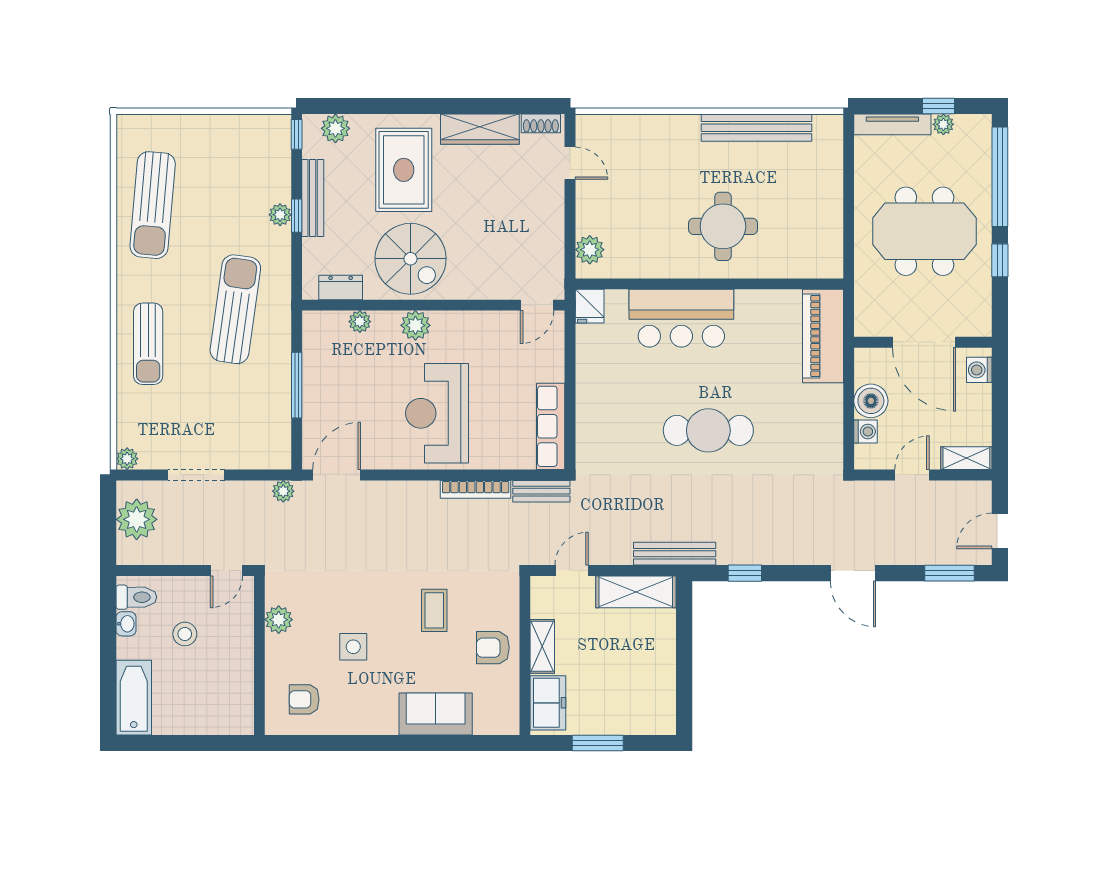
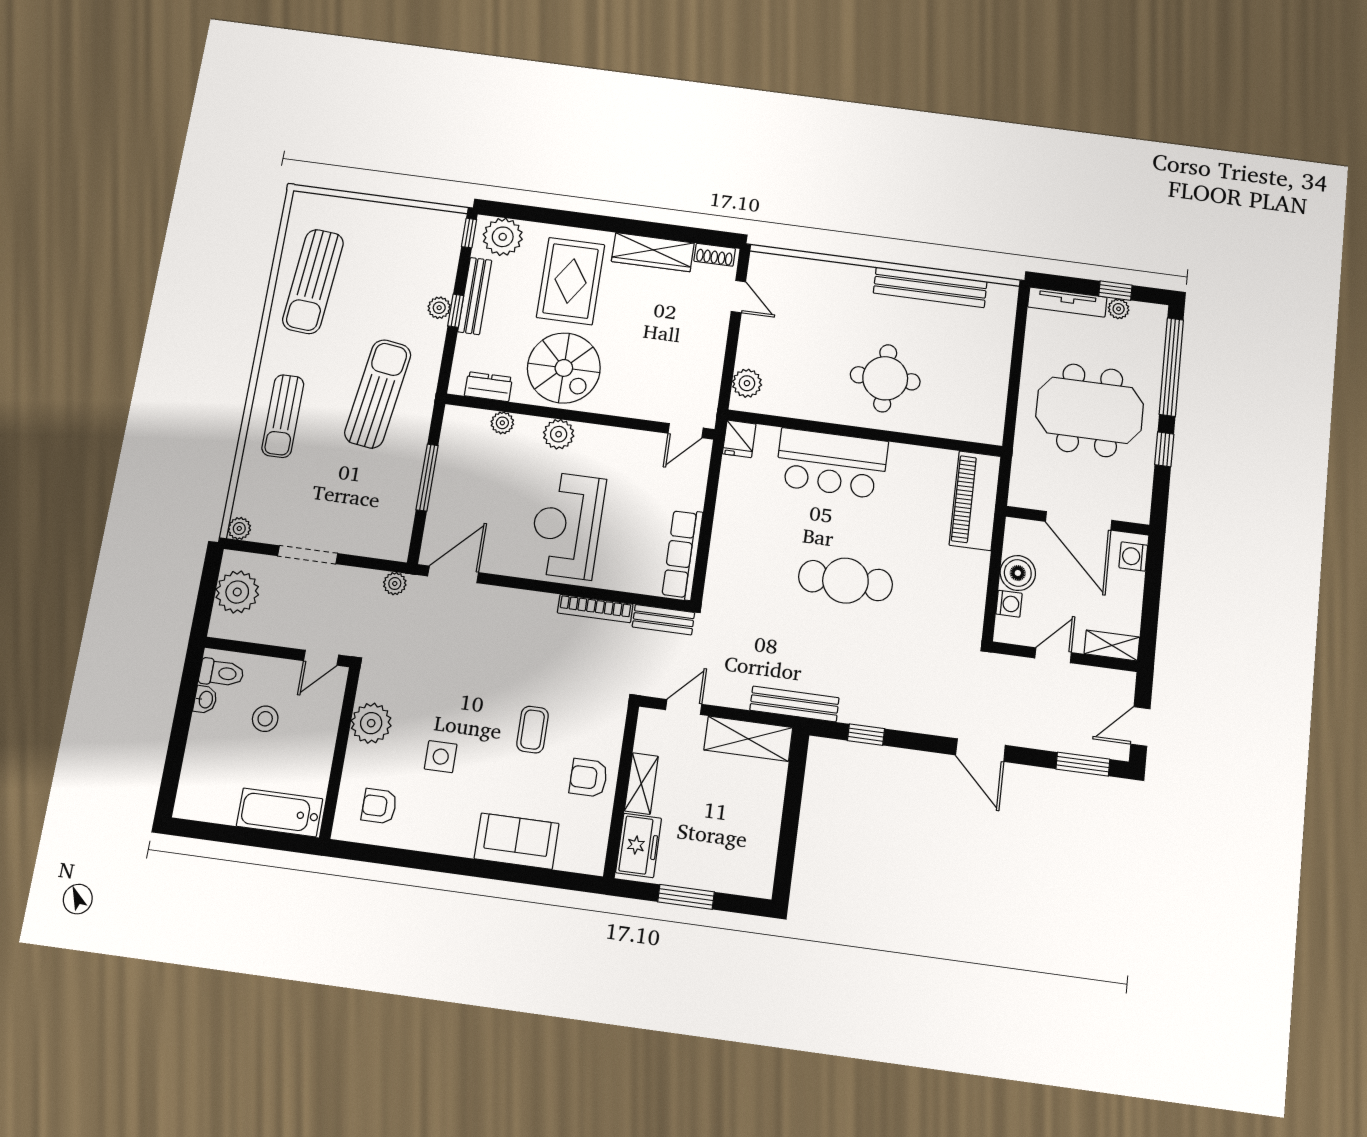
plant: (335, 128) -> (503, 237), width x1.36, depth x1.36
plant: (279, 620) -> (371, 723), width x1.36, depth x1.36
bathtub: (134, 698) -> (280, 812), moved, turned -90

